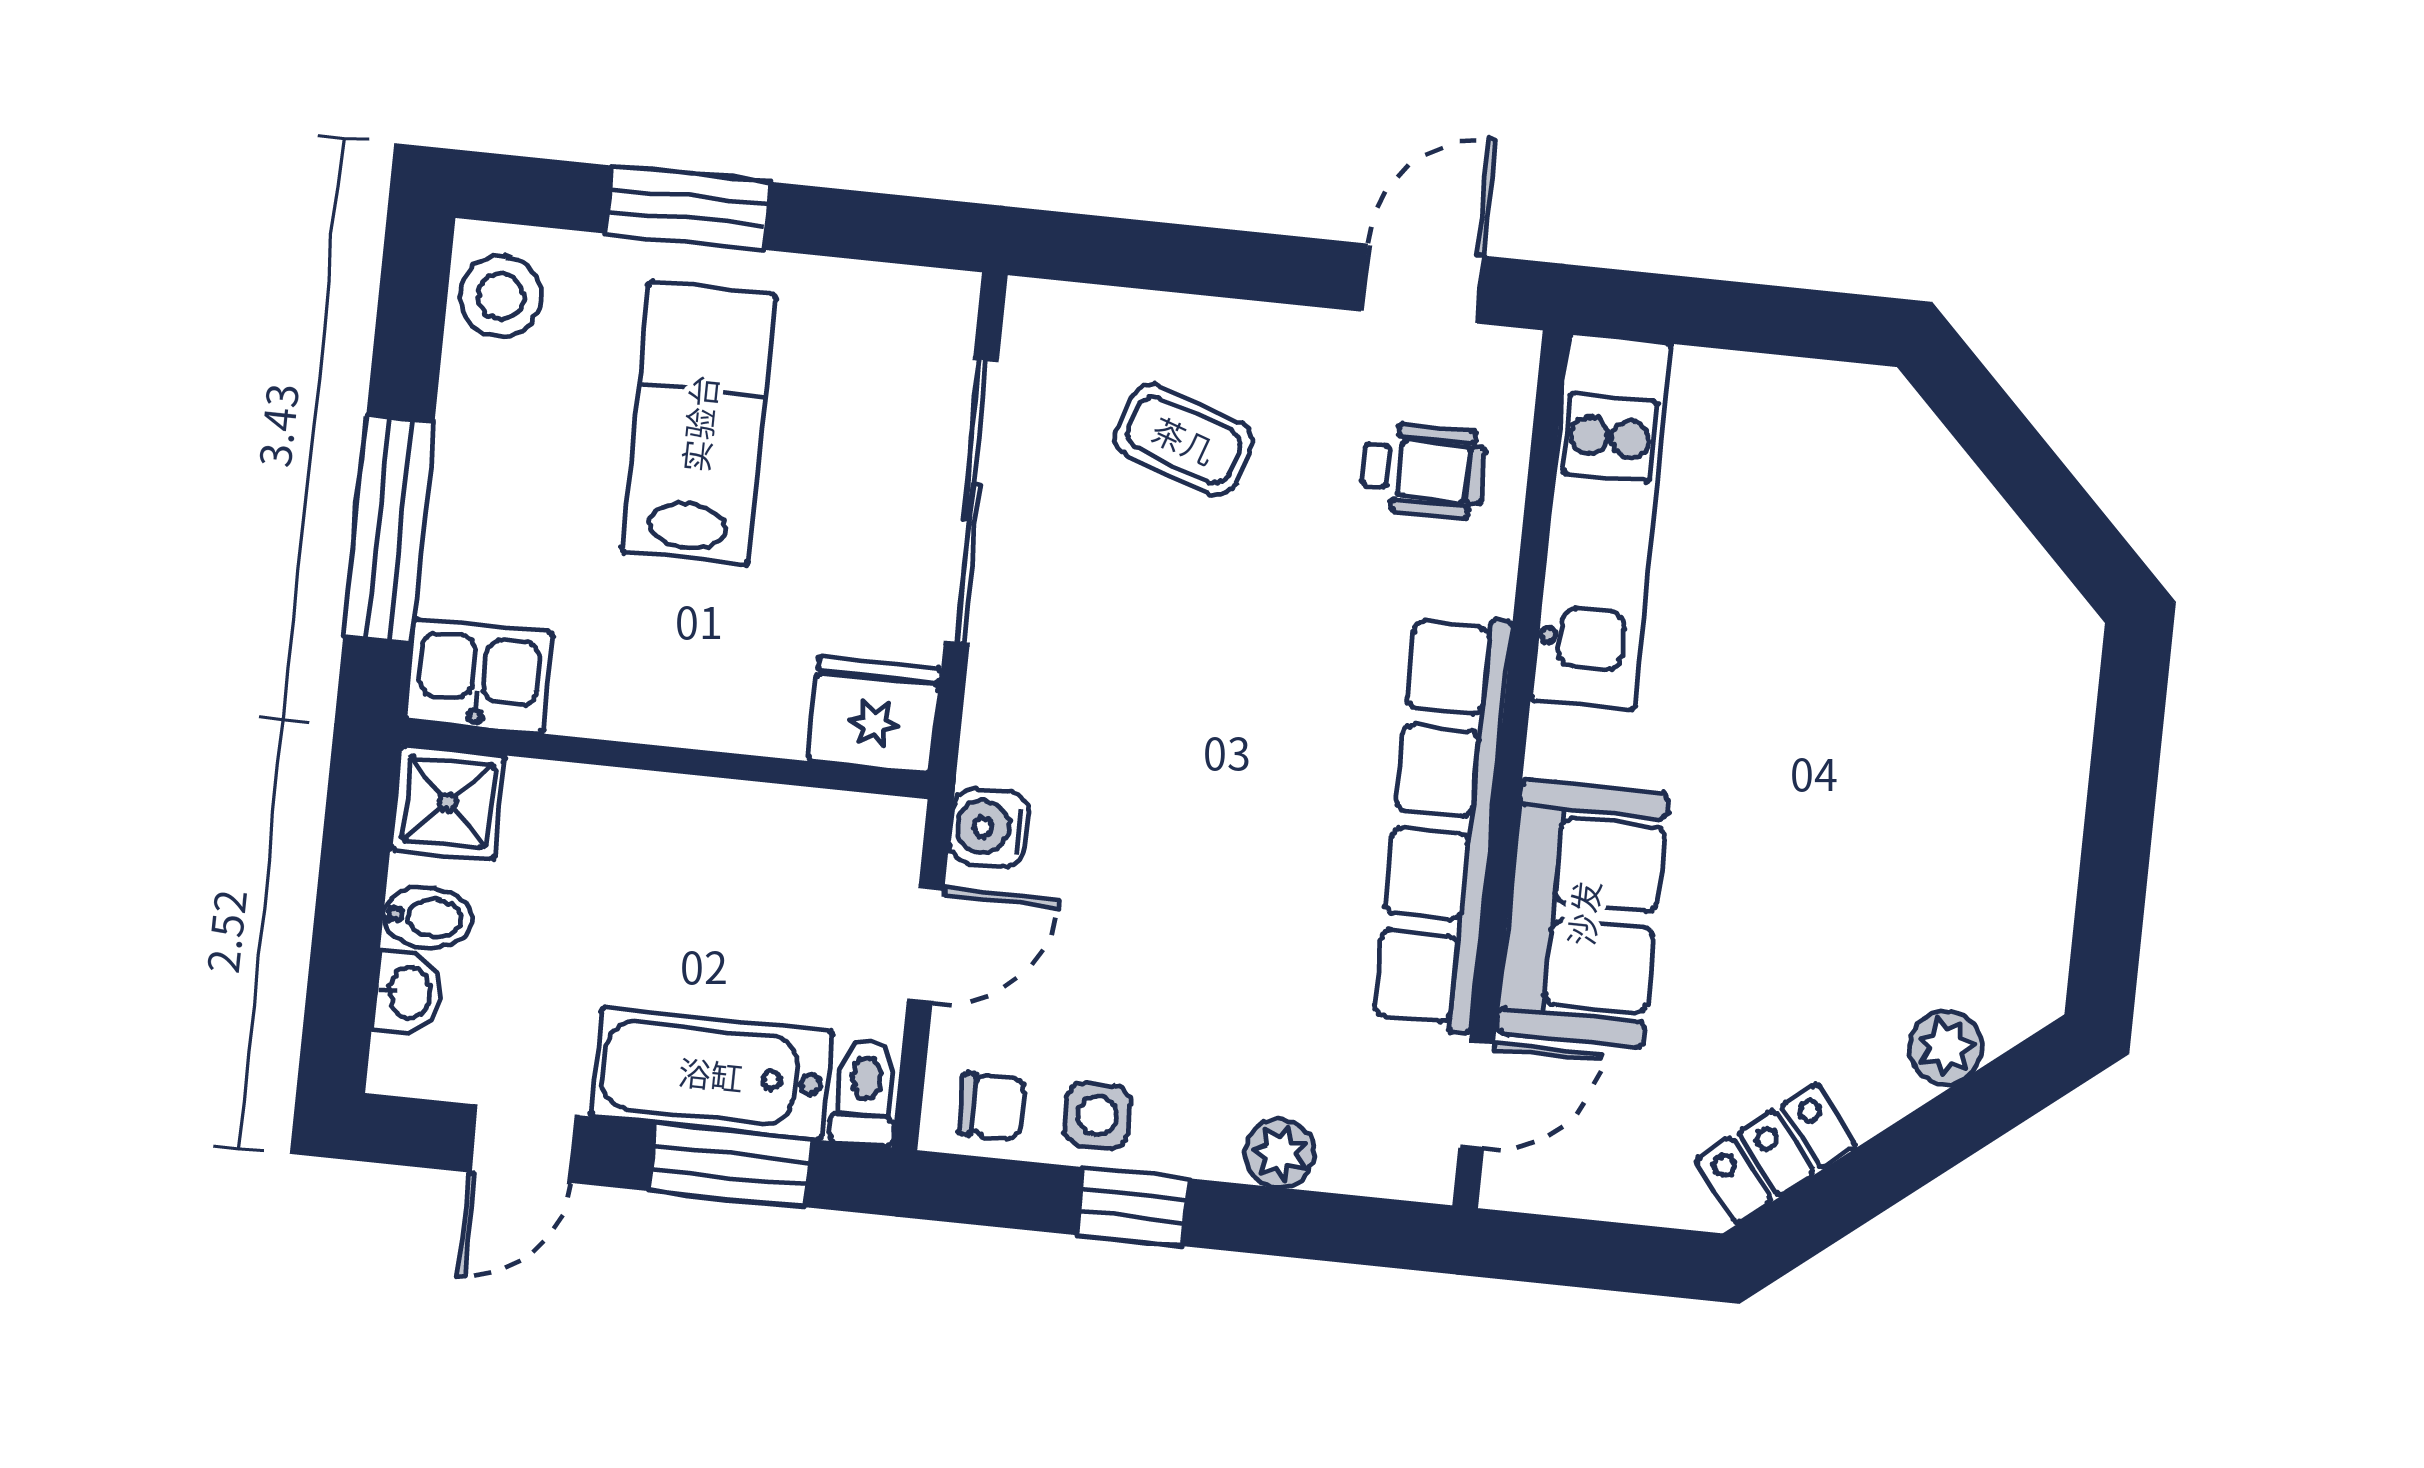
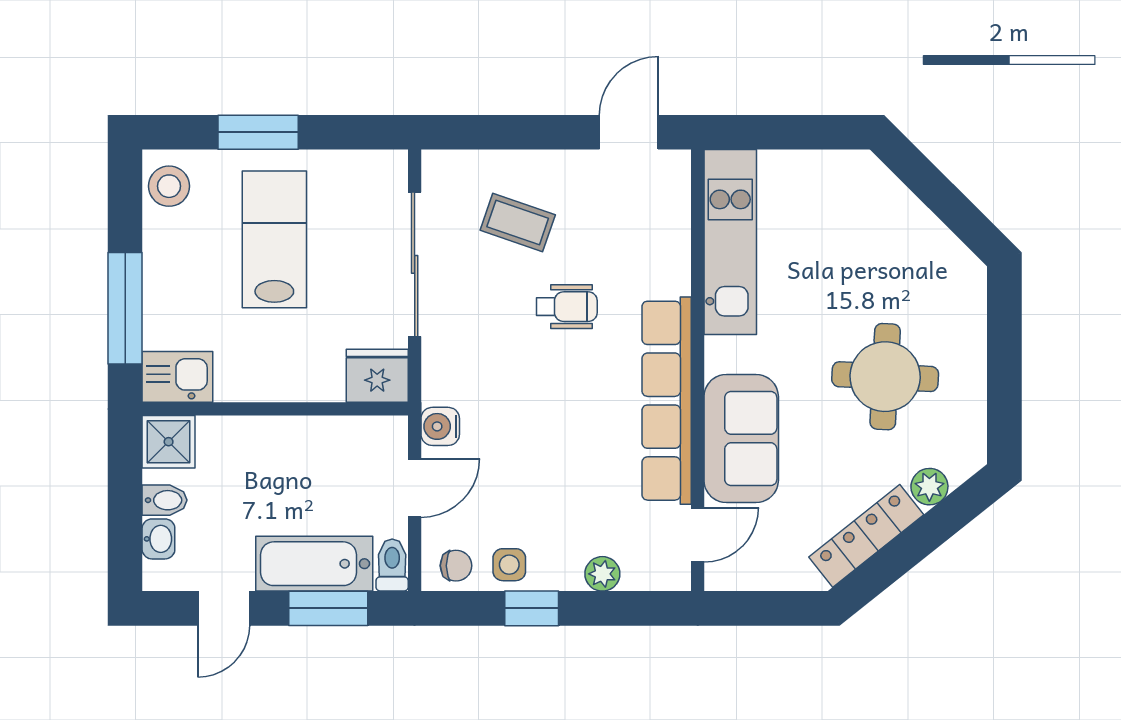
wheelchair: (1424, 470) -> (567, 307), moved
round table: (1880, 820) -> (885, 377), added
locker: (1776, 1153) -> (866, 536), width x1.53

